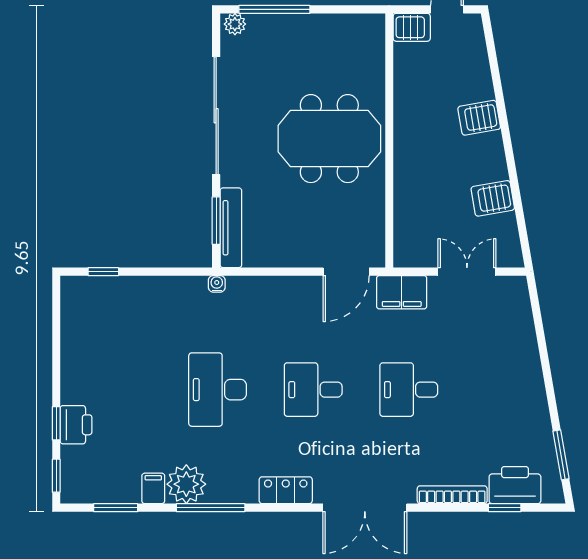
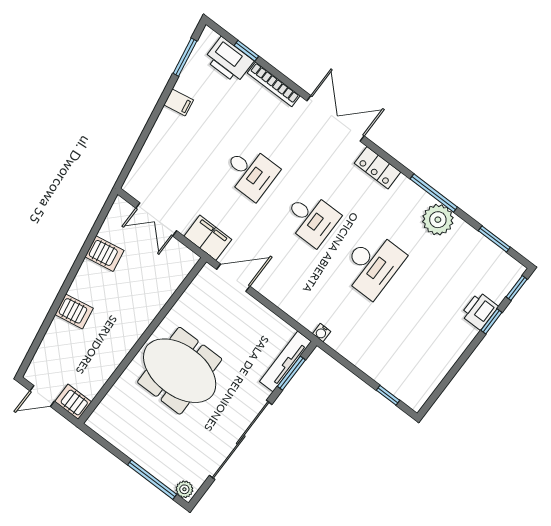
filing cabinet: (153, 488) -> (179, 102), moved, turned -100

